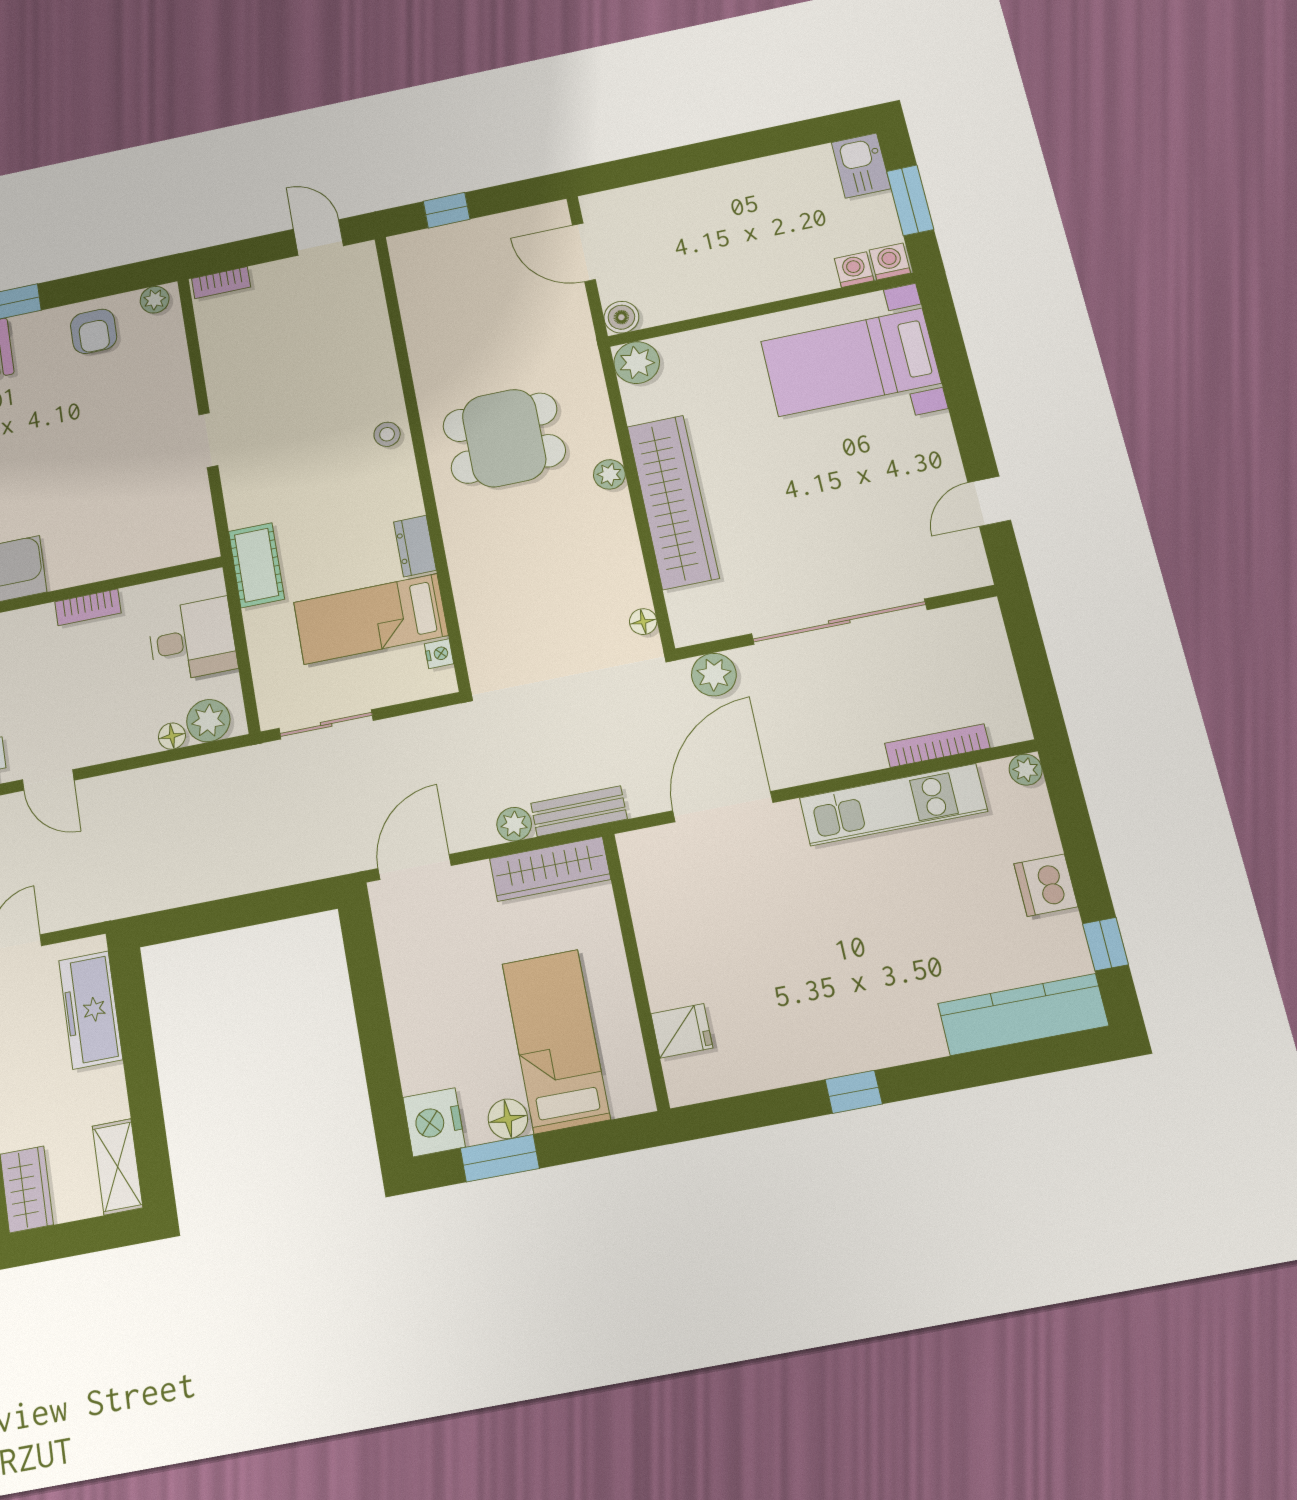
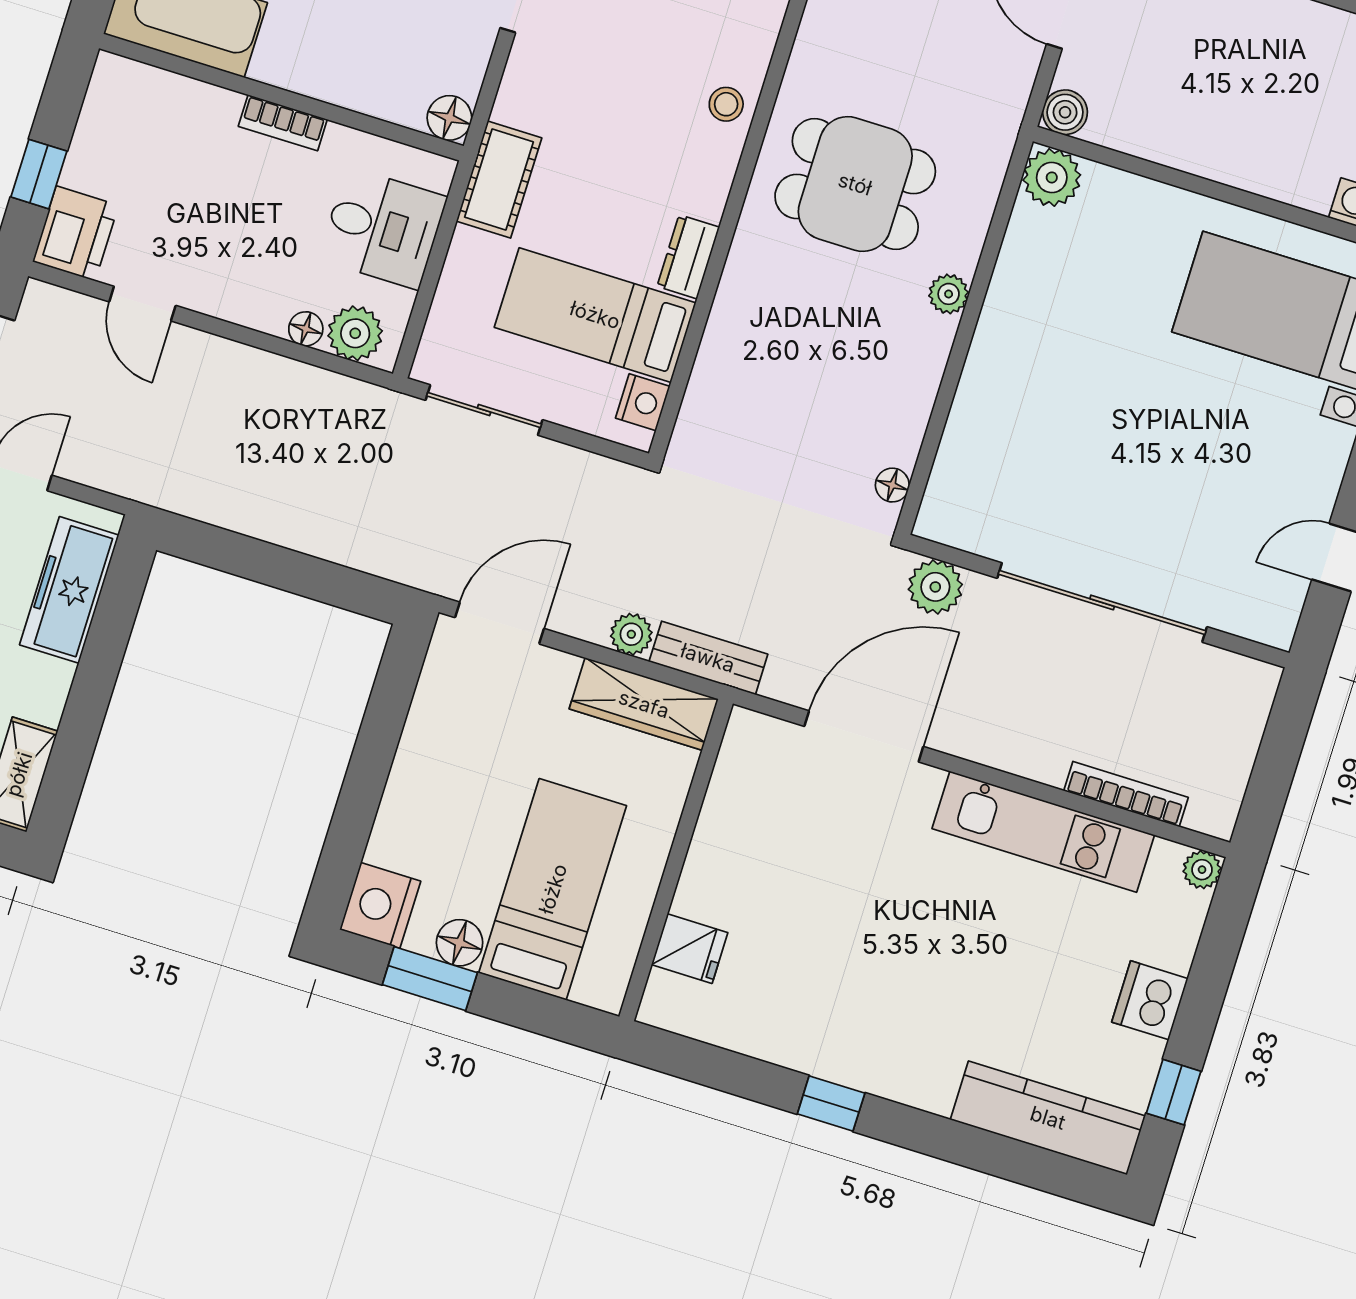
wardrobe: (673, 502) -> (1000, 366), removed
floor lamp: (201, 543) -> (449, 118), added
nightstand: (439, 654) -> (643, 402), width x1.39, depth x1.35

